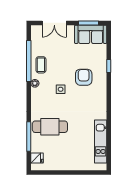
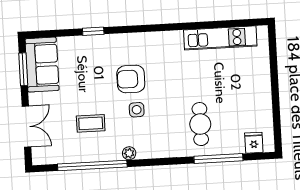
coffee table: (41, 65) -> (91, 123), moved
armchair: (84, 77) -> (131, 79), moved
cafe table: (50, 127) -> (200, 124), width x0.73, depth x0.74

